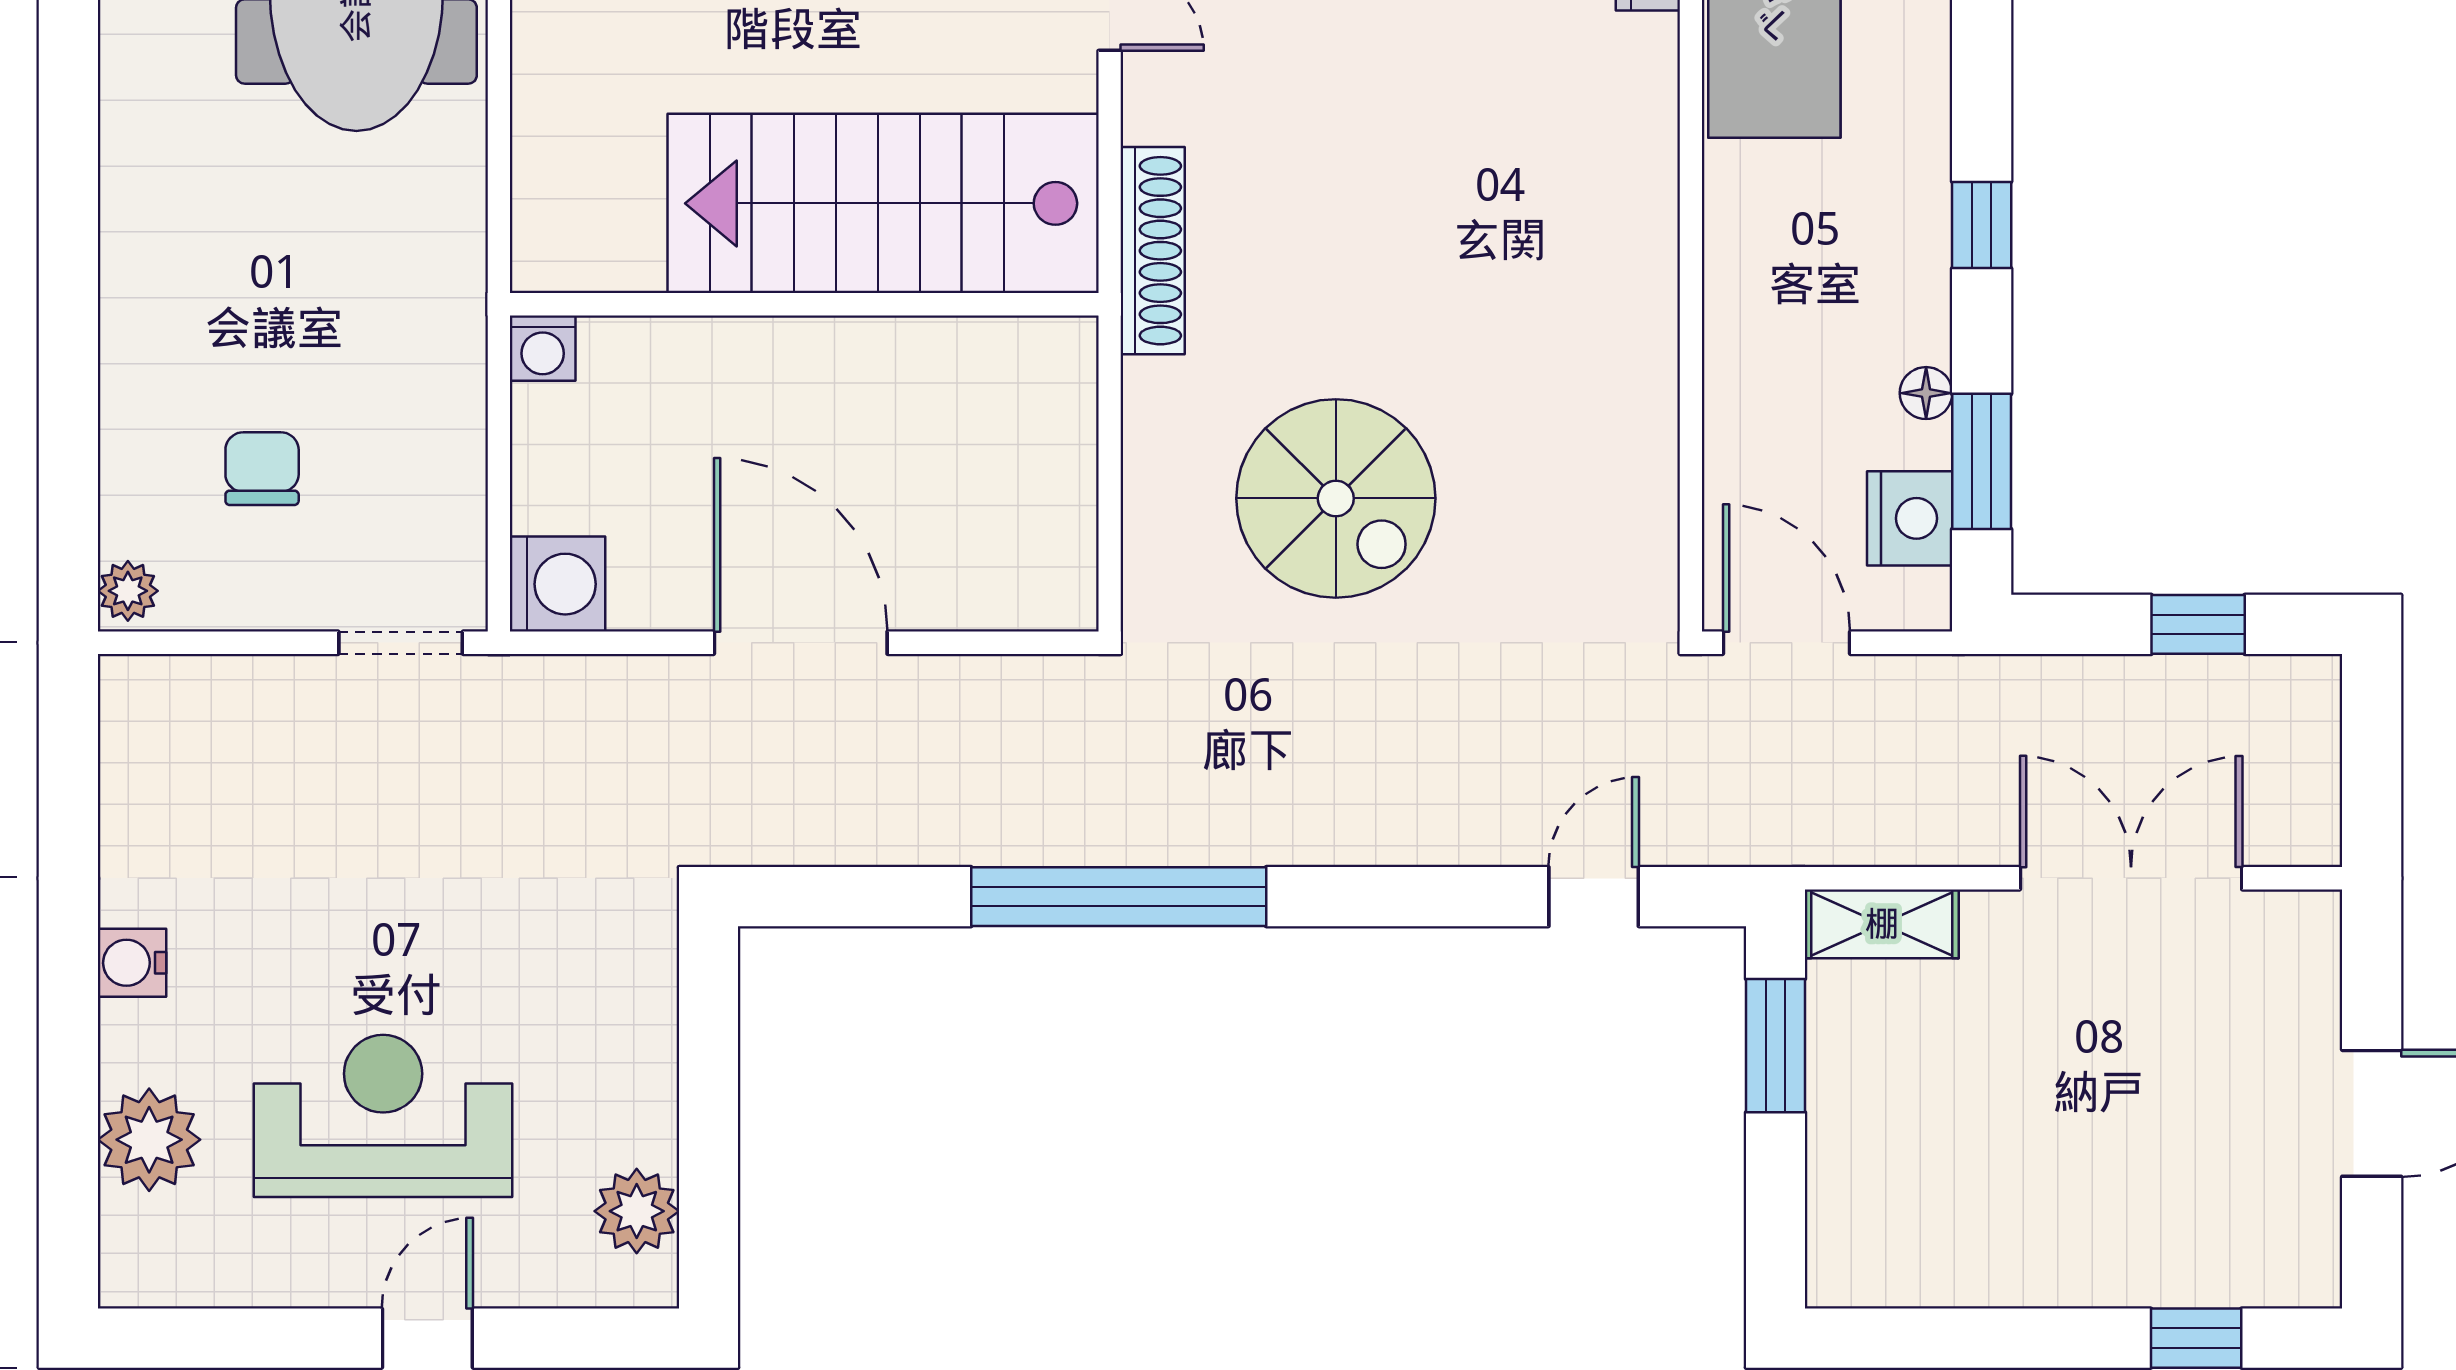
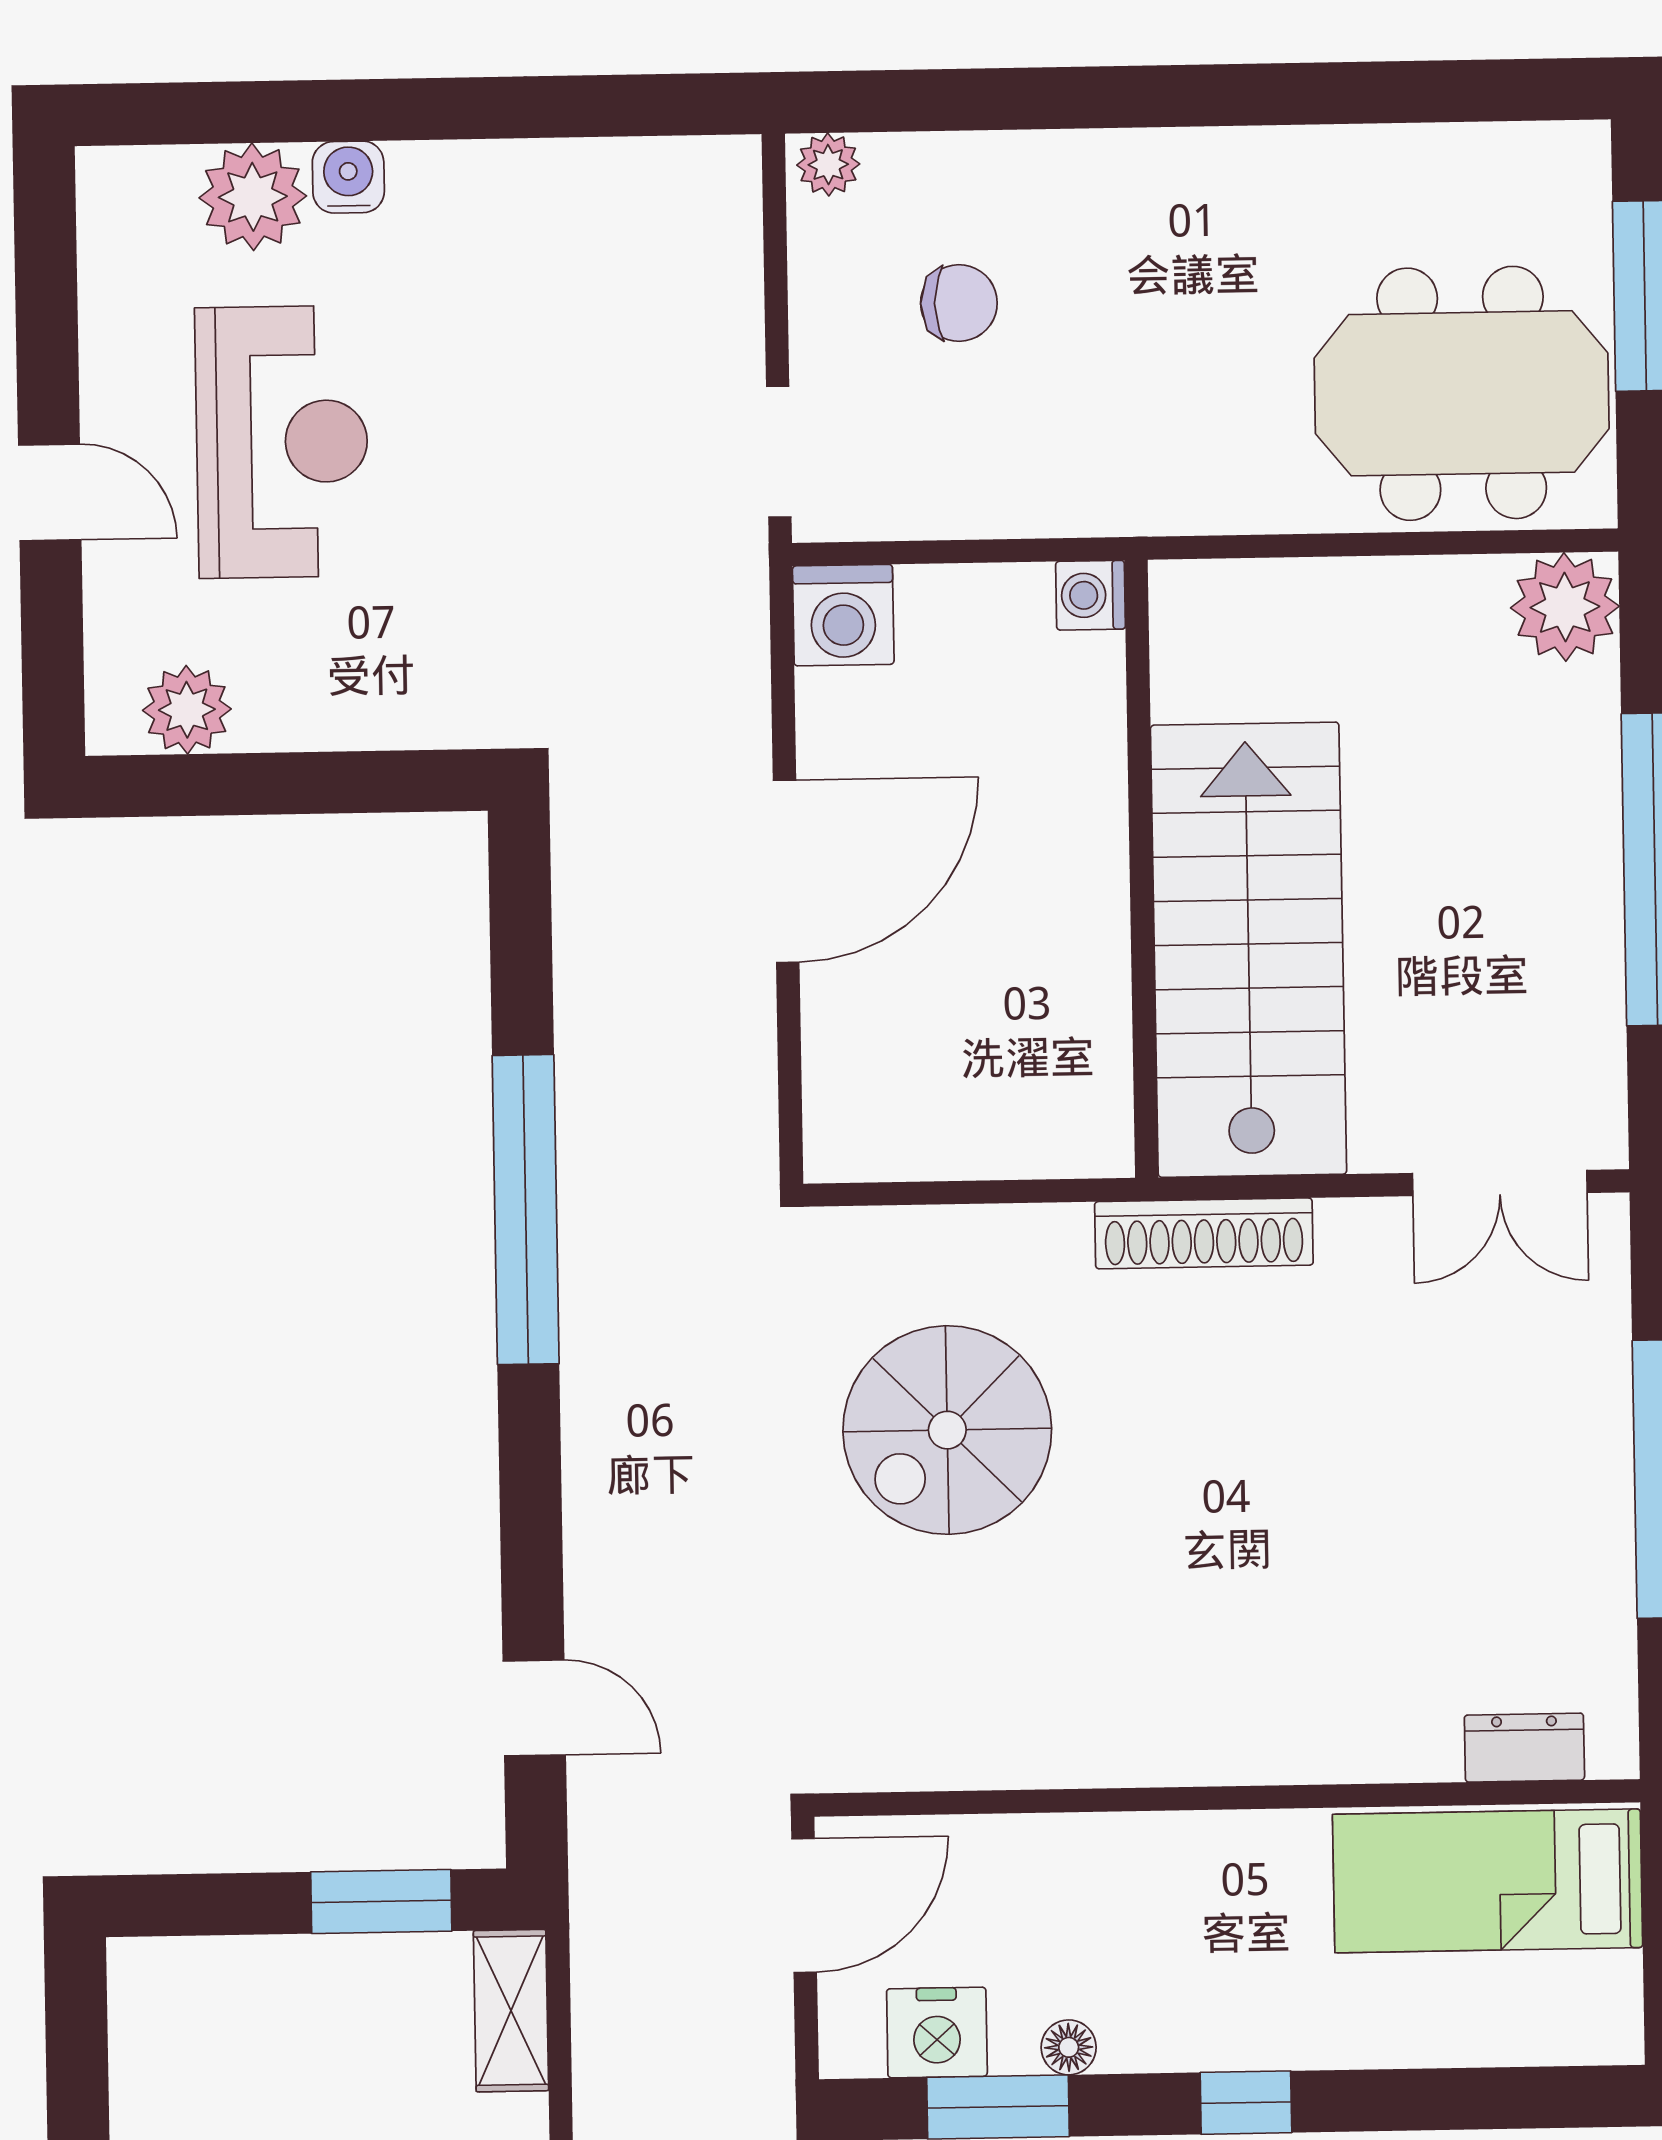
water cooler: (132, 963) -> (348, 177), moved

